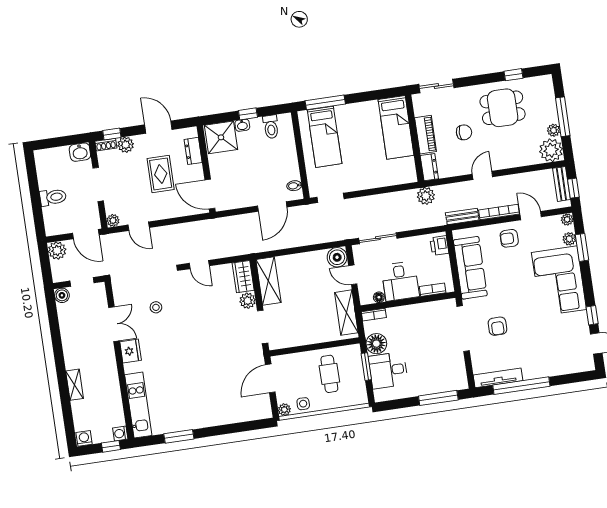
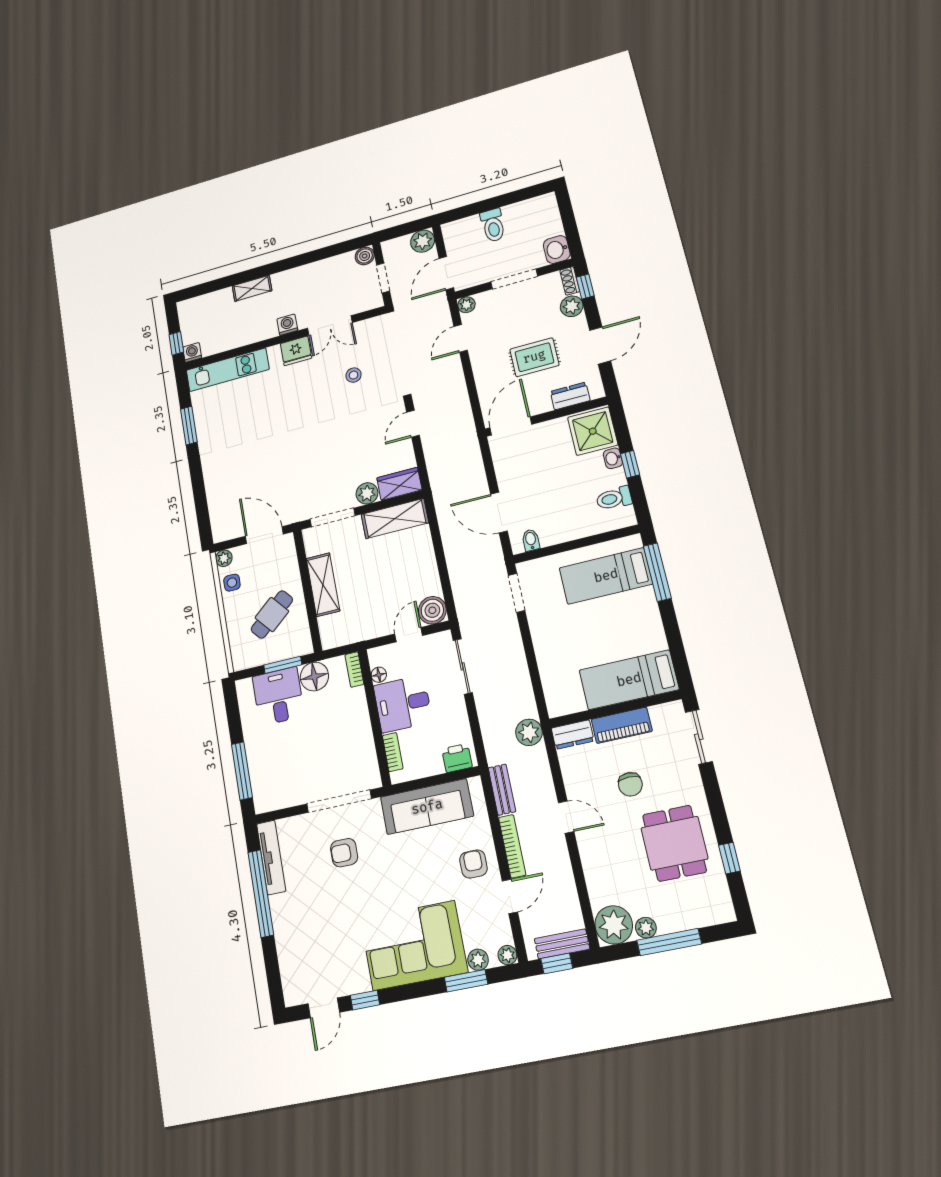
shelving: (346, 313) -> (323, 585), moved, turned 90
cafe table: (329, 374) -> (272, 614), turned -40
washing machine: (84, 438) -> (287, 325), moved, turned -90

